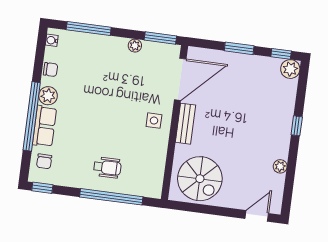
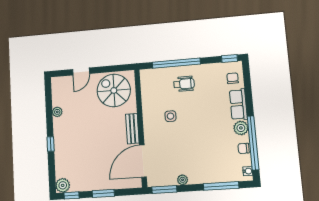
window: (32, 116) -> (253, 143), moved
side table: (154, 121) -> (170, 116), moved
wheelchair: (107, 168) -> (184, 84), turned 180
door: (257, 216) -> (81, 71), moved

